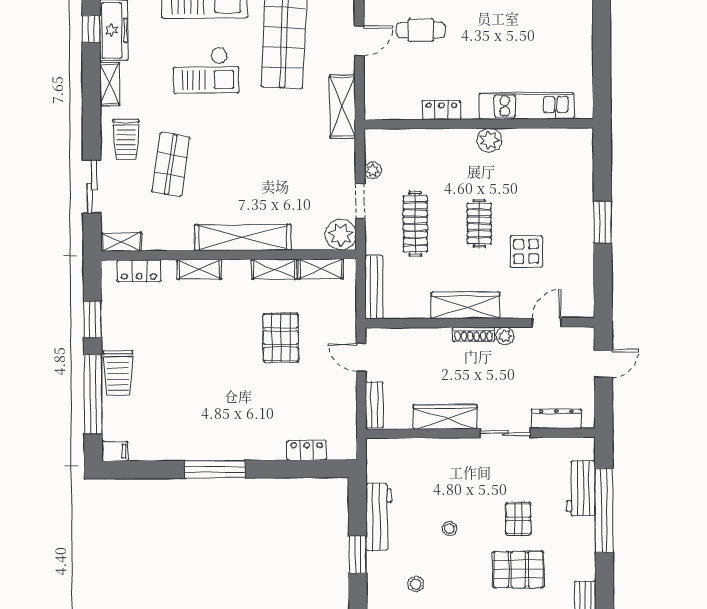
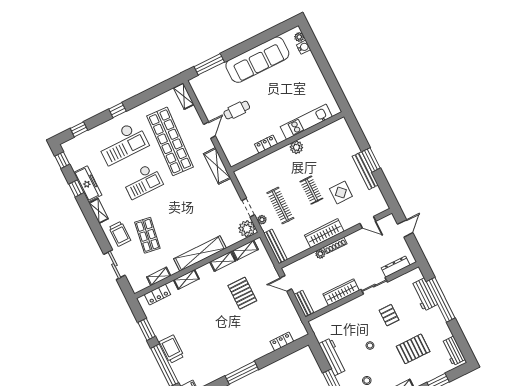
plant: (373, 170) -> (262, 220), moved
bench: (584, 235) -> (365, 171), added
shelving: (121, 242) -> (159, 276), moved
door: (547, 323) -> (368, 222), swing flipped
plant: (505, 336) -> (320, 254), moved
trolley: (118, 373) -> (172, 349), turned 180
pallet: (518, 519) -> (389, 315), moved

